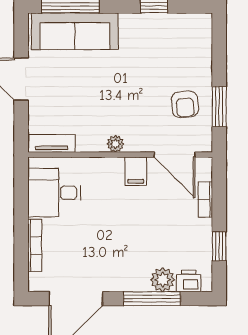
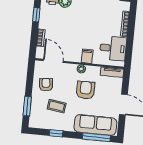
coffee table: (158, 62) -> (57, 106), added
armchair: (102, 101) -> (85, 90), added
window: (219, 107) -> (27, 106), moved
filing cabinet: (136, 171) -> (87, 56), moved

